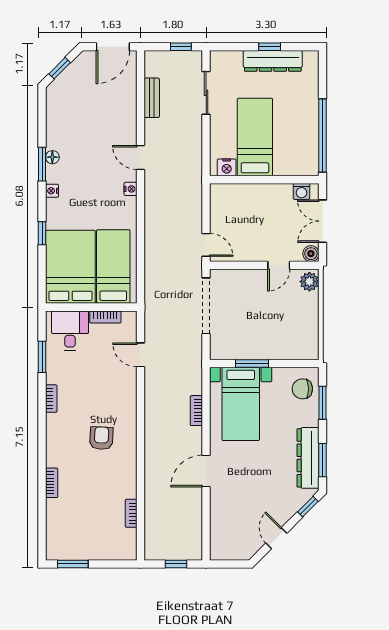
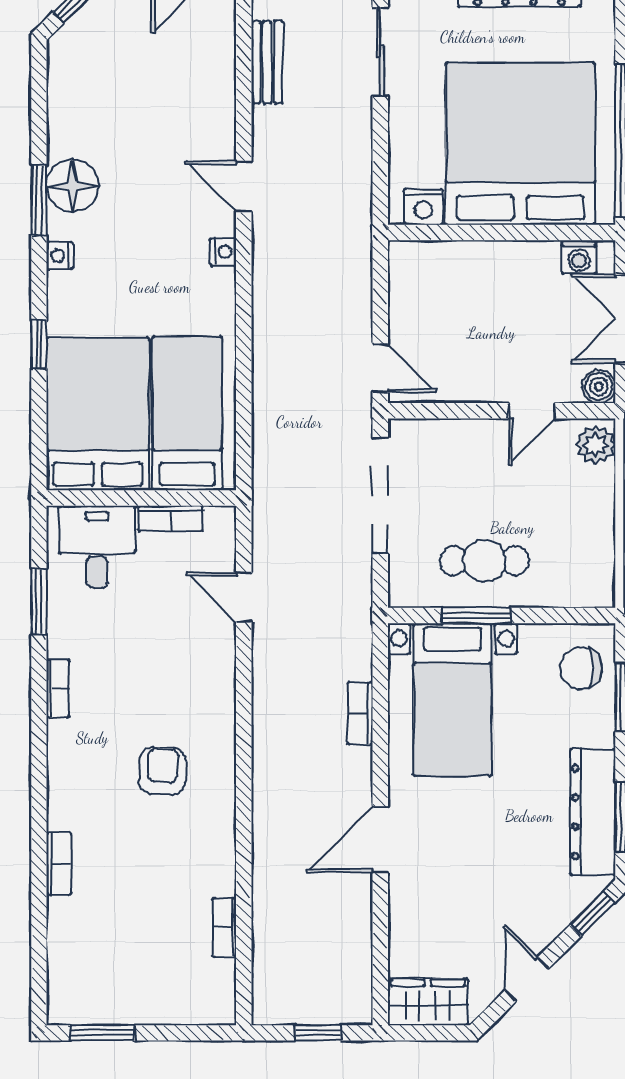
bed: (255, 137) -> (520, 144), width x2.04
floor lamp: (52, 157) -> (73, 186), width x1.89, depth x1.89
cafe table: (256, 337) -> (484, 561), added
wardrobe: (229, 549) -> (428, 1002), added

